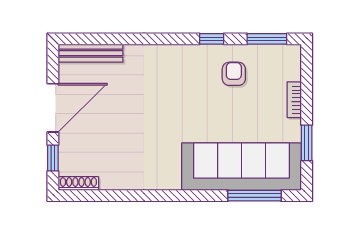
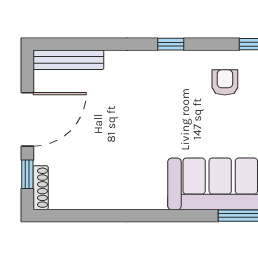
window: (212, 39) -> (171, 44), moved
shoe rack: (78, 184) -> (41, 188), moved, turned 90

